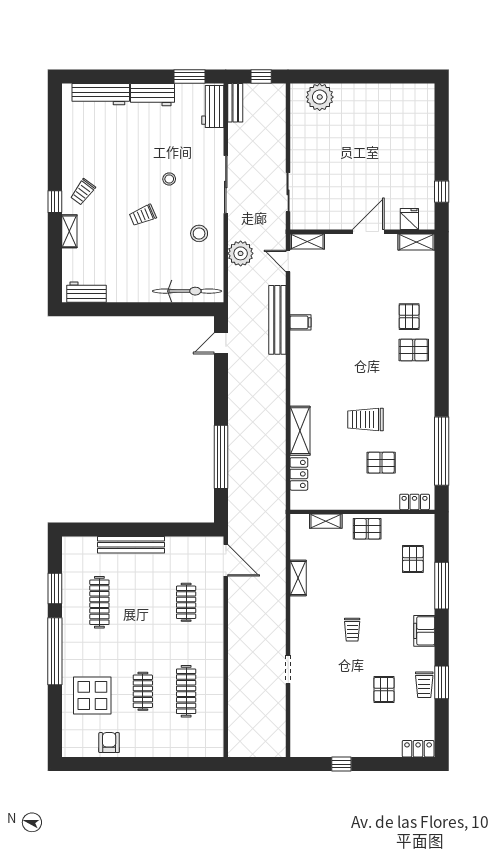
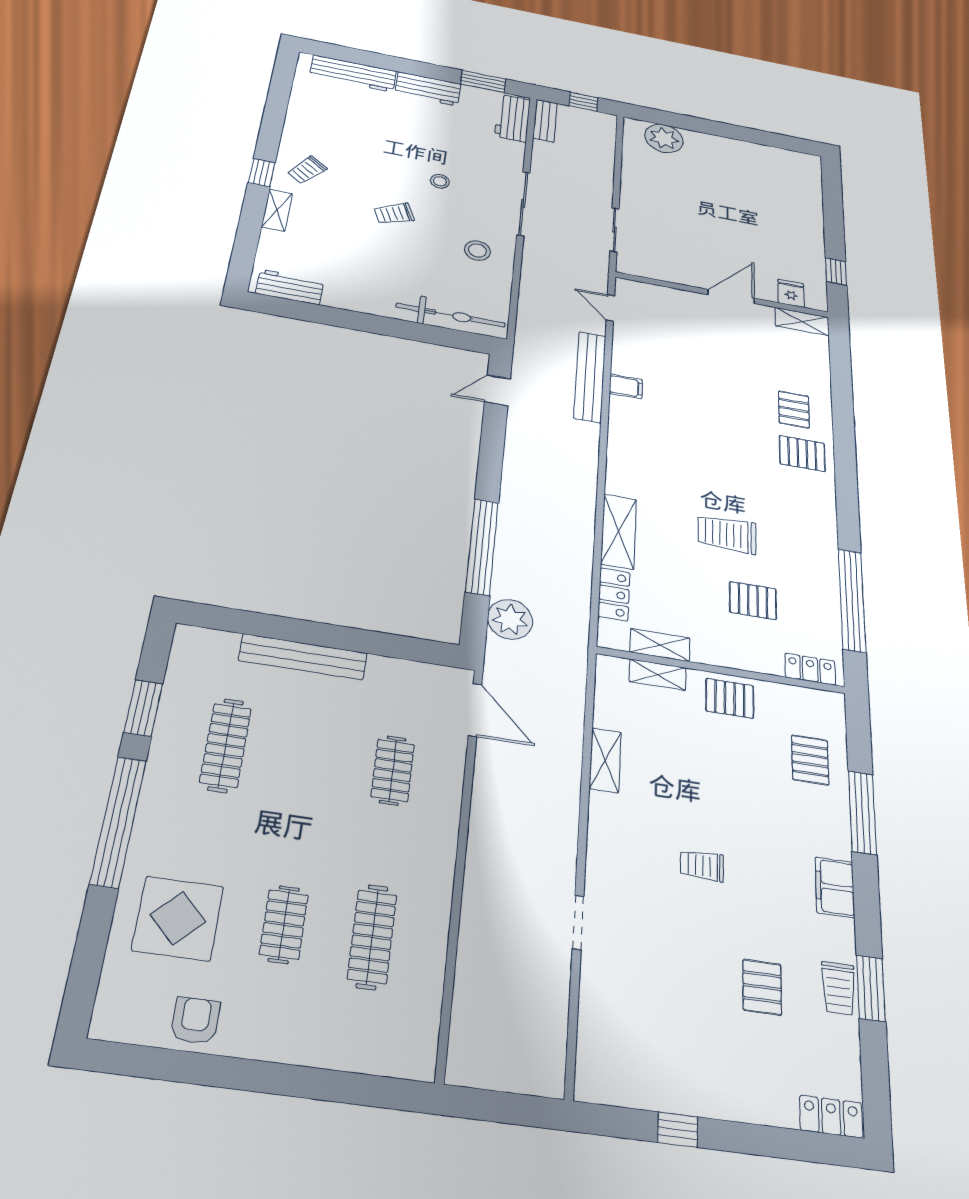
shelving: (307, 242) -> (660, 645), moved
plant: (241, 253) -> (510, 619), moved
trolley: (352, 630) -> (702, 866), turned 90

